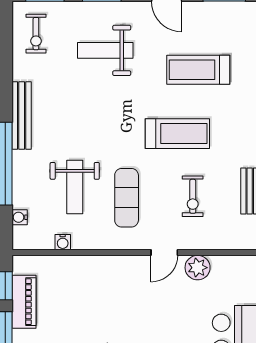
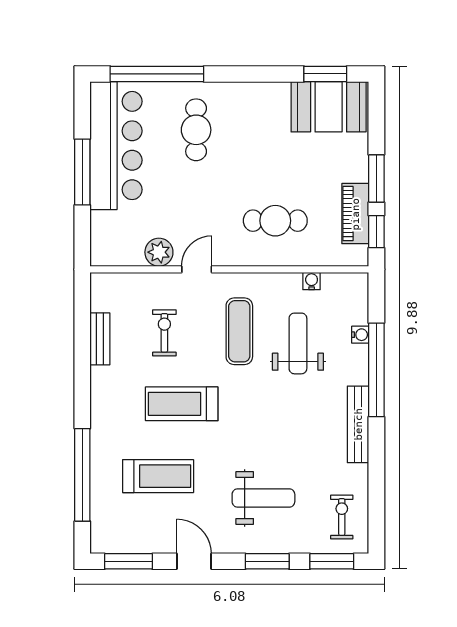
water cooler: (20, 217) -> (360, 335), moved
cafe table: (95, 295) -> (275, 221), added

